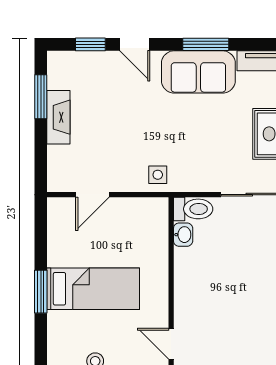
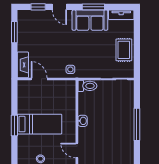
fireplace: (58, 117) -> (23, 65), moved
door: (92, 195) -> (39, 79), swing flipped
washbasin: (183, 235) -> (83, 121), moved

